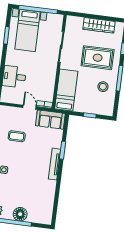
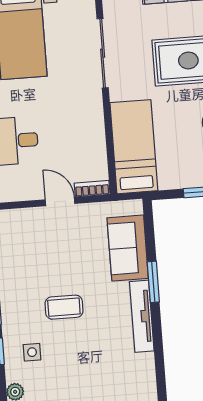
sofa: (50, 120) -> (128, 248), moved, turned 90
coffee table: (17, 136) -> (64, 307), moved

